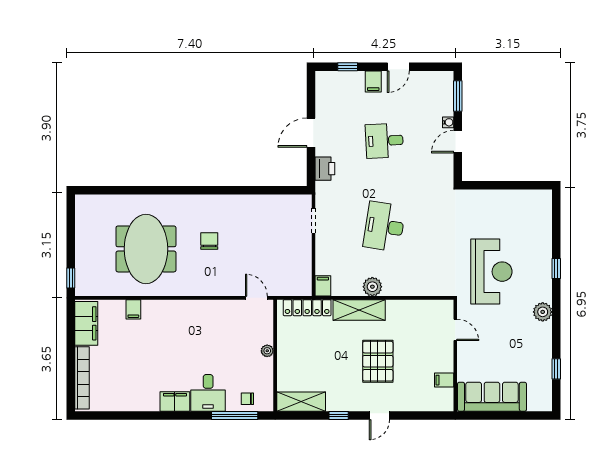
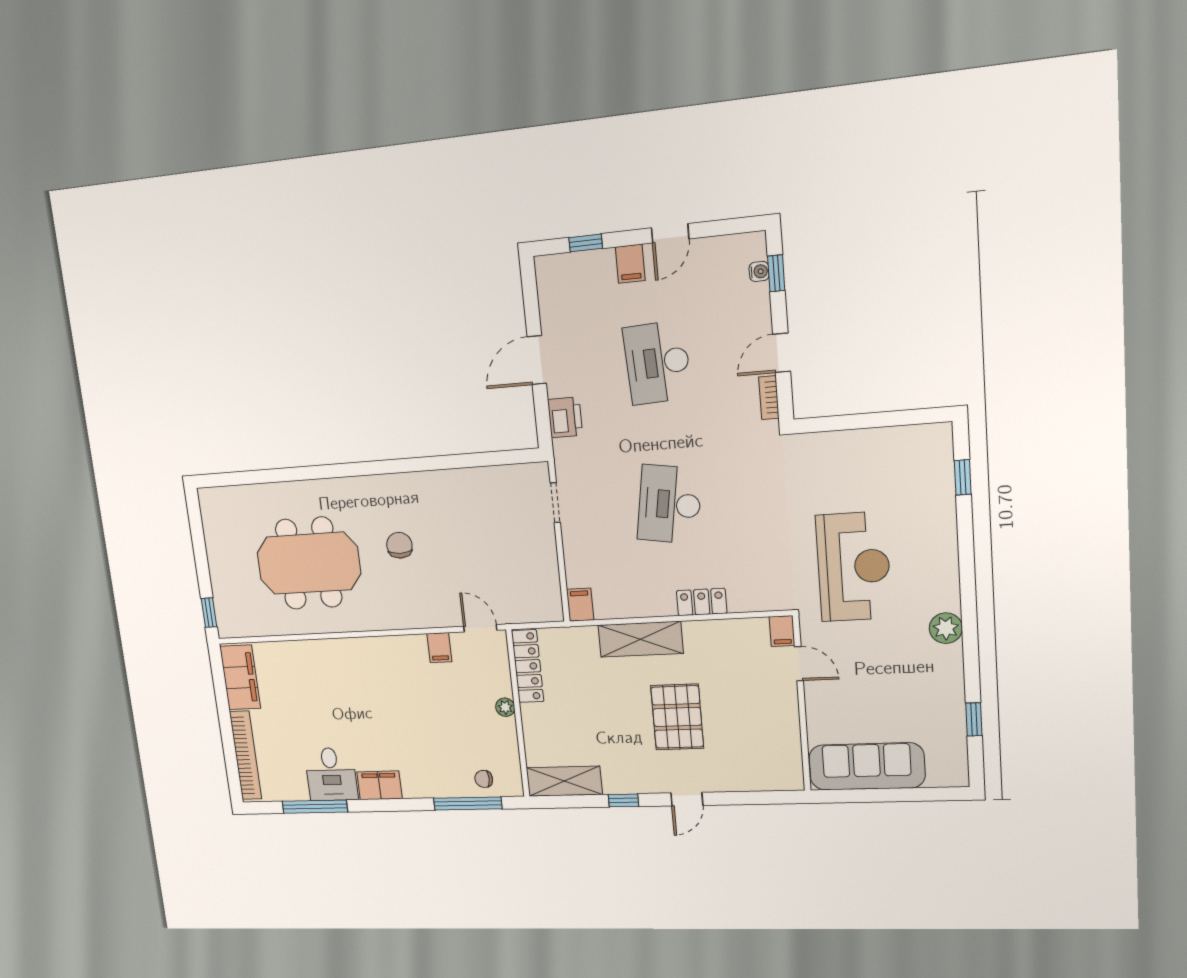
window: (458, 96) -> (776, 273), width x0.67
water cooler: (448, 122) -> (759, 271), moved
desk: (384, 141) -> (657, 363), width x1.37
bookcase: (449, 167) -> (769, 398), added
meeting table: (146, 249) -> (309, 563), turned 90
window: (556, 268) -> (963, 477), moved
plant: (372, 287) -> (658, 602), removed
locker: (399, 288) -> (702, 602), added
locker: (307, 308) -> (528, 666), moved, turned -90
filing cabinet: (133, 309) -> (439, 648), moved
filing cabinet: (444, 380) -> (782, 631), moved, turned -90
desk: (208, 393) -> (331, 774), moved
window: (127, 416) -> (315, 807), added

